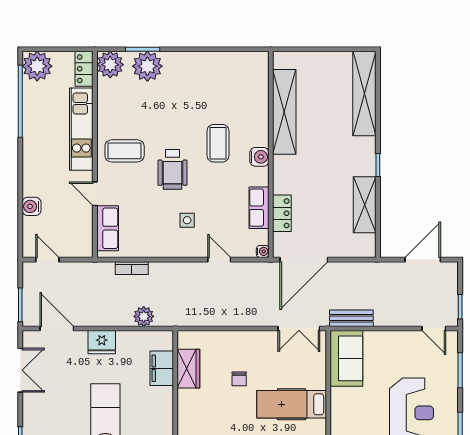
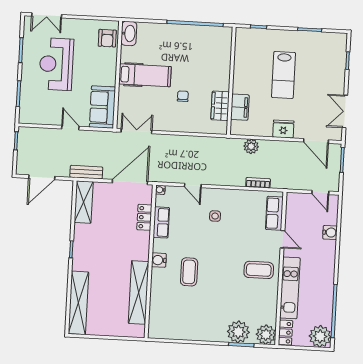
wheelchair: (172, 169) -> (224, 254), removed
shelving: (365, 205) -> (84, 202), moved
bench: (351, 318) -> (86, 172), moved
door: (434, 328) -> (70, 128), moved

